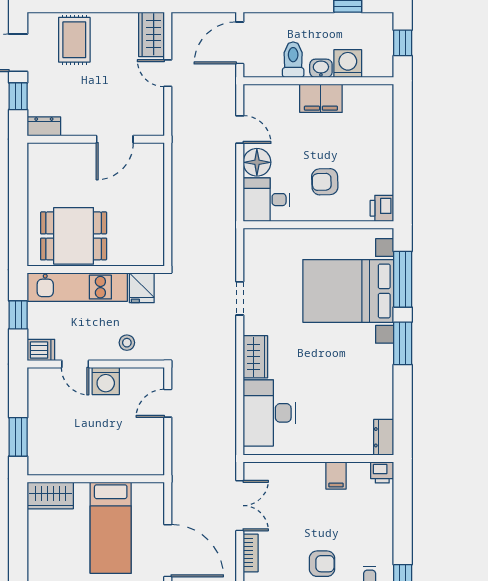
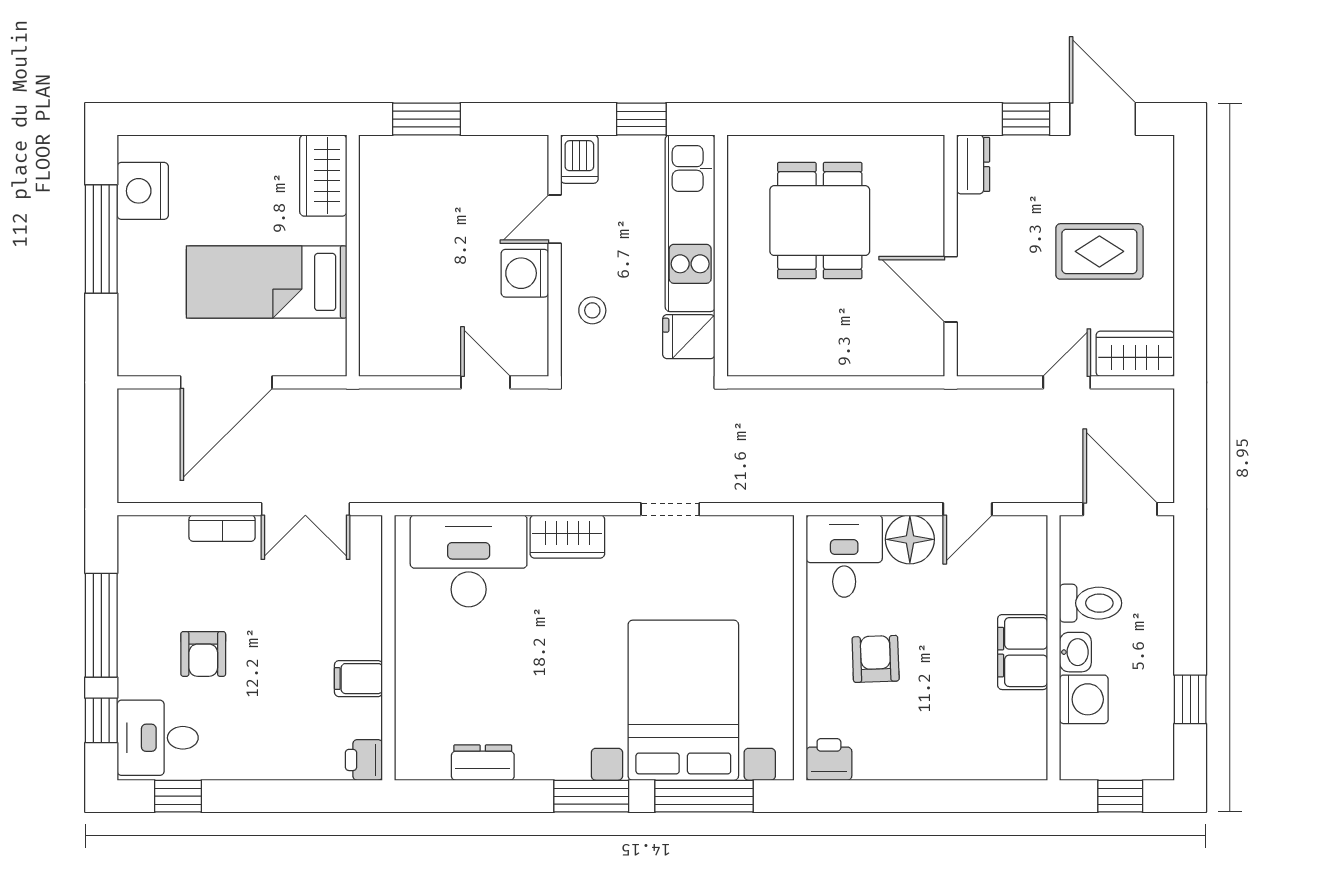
rug: (74, 40) -> (1099, 251), moved
dining table: (74, 236) -> (820, 221), moved
dresser: (384, 437) -> (483, 763), moved

